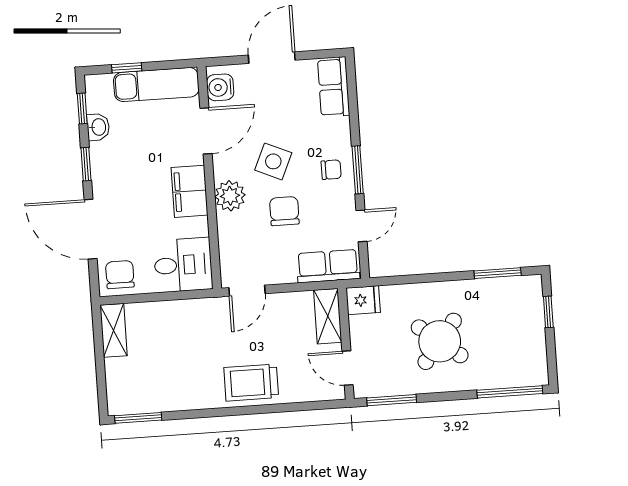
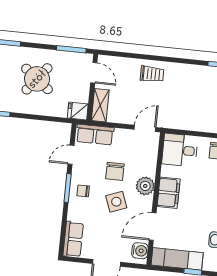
side table: (273, 161) -> (116, 202), turned 45
trolley: (251, 383) -> (152, 74), width x0.73, depth x0.72

